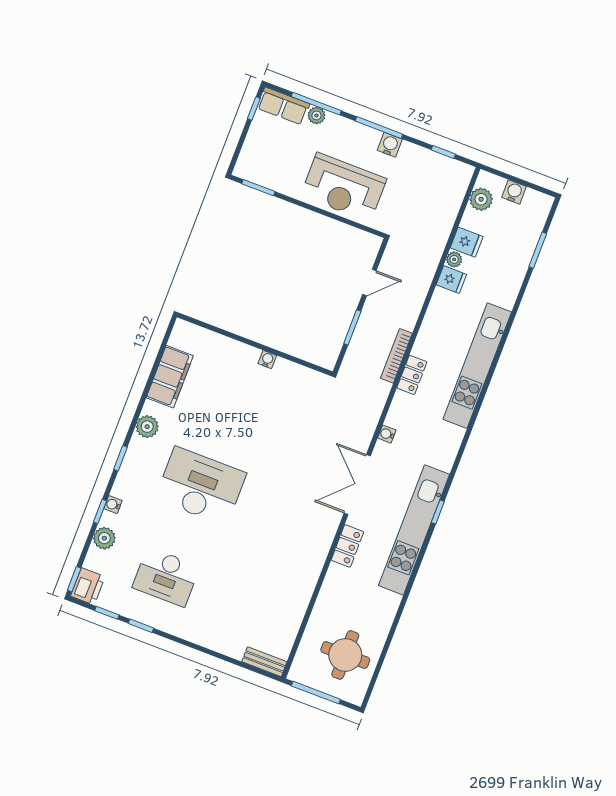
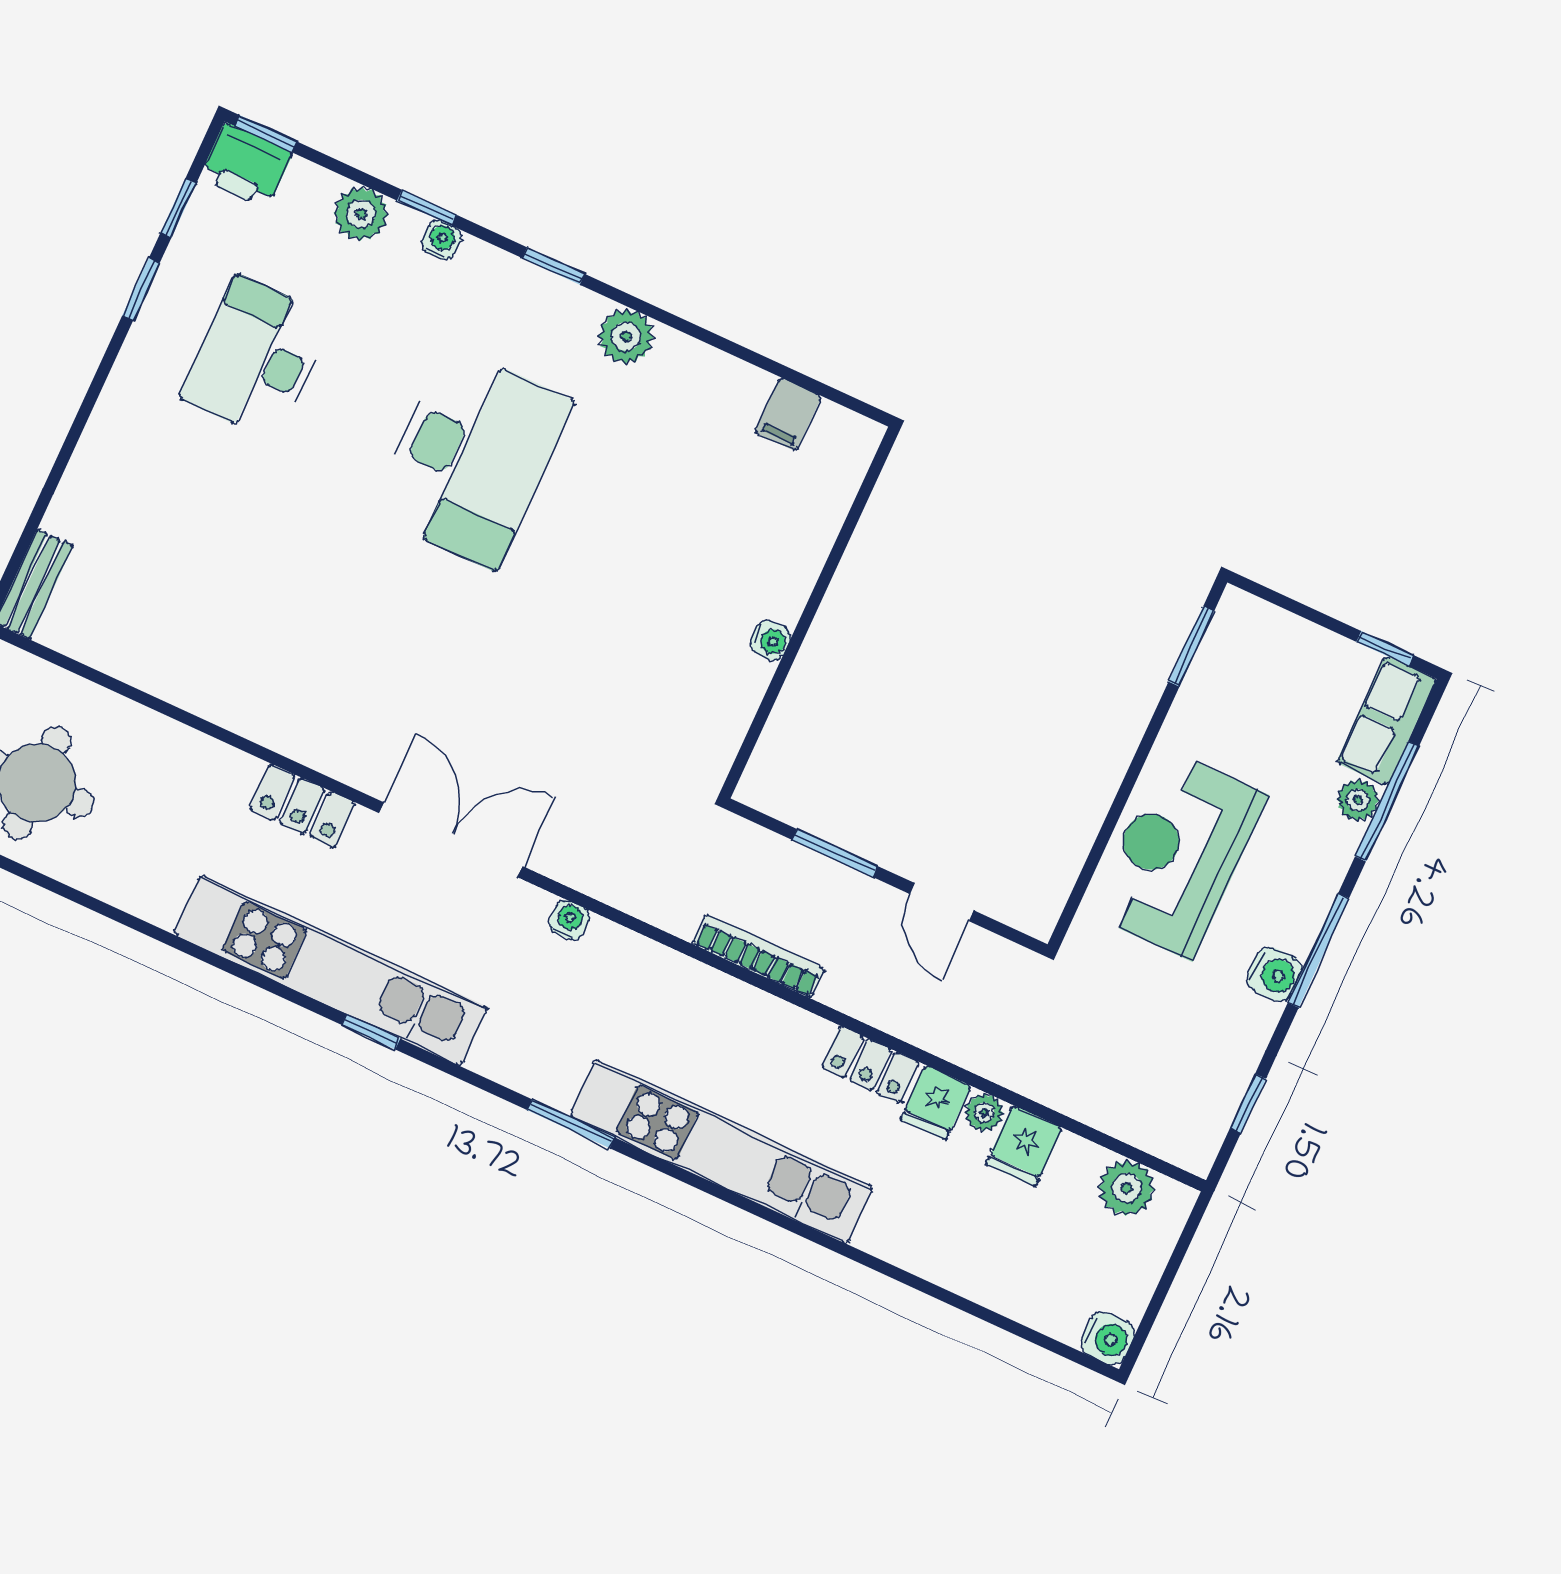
water cooler: (514, 192) -> (1108, 1338), moved
window: (538, 250) -> (571, 1124), moved
locker: (412, 375) -> (870, 1065), moved
filing cabinet: (170, 377) -> (788, 414), width x0.33, depth x0.86

